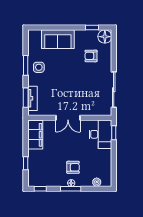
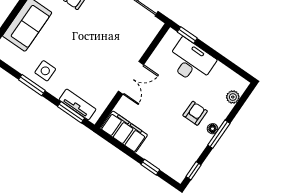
desk: (100, 134) -> (191, 61), moved

